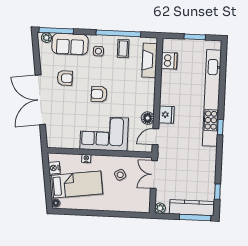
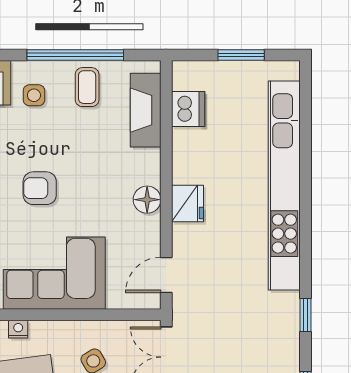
fridge: (166, 115) -> (187, 203), moved
floor lamp: (148, 118) -> (147, 200), moved
window: (220, 127) -> (305, 315), moved

